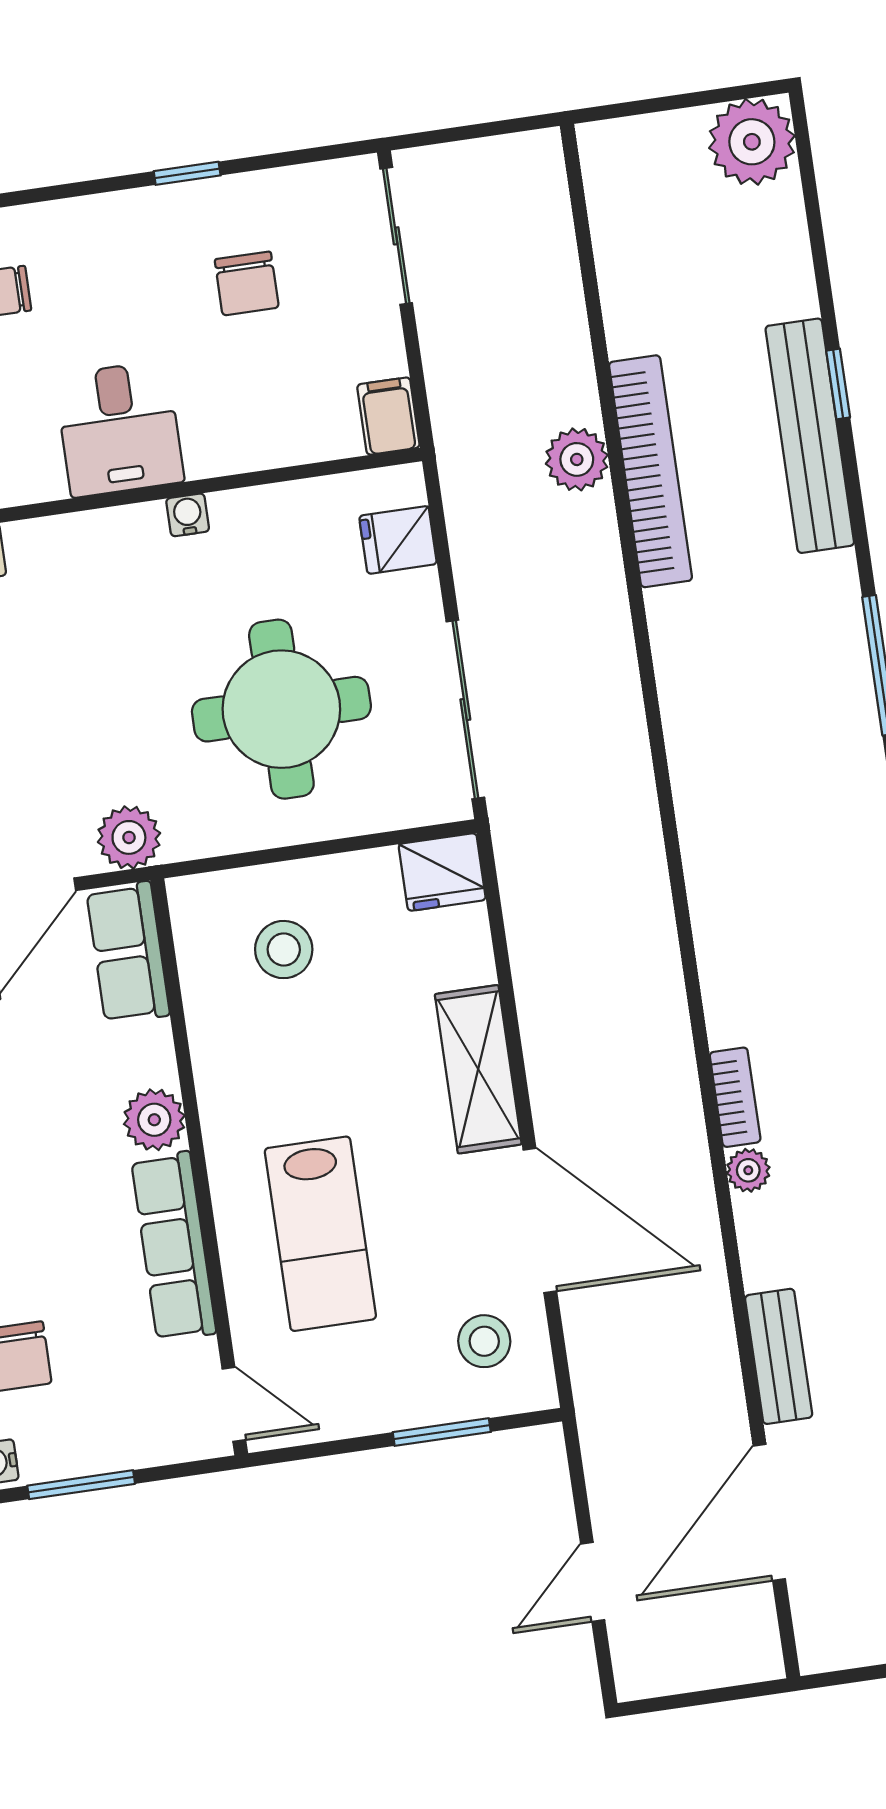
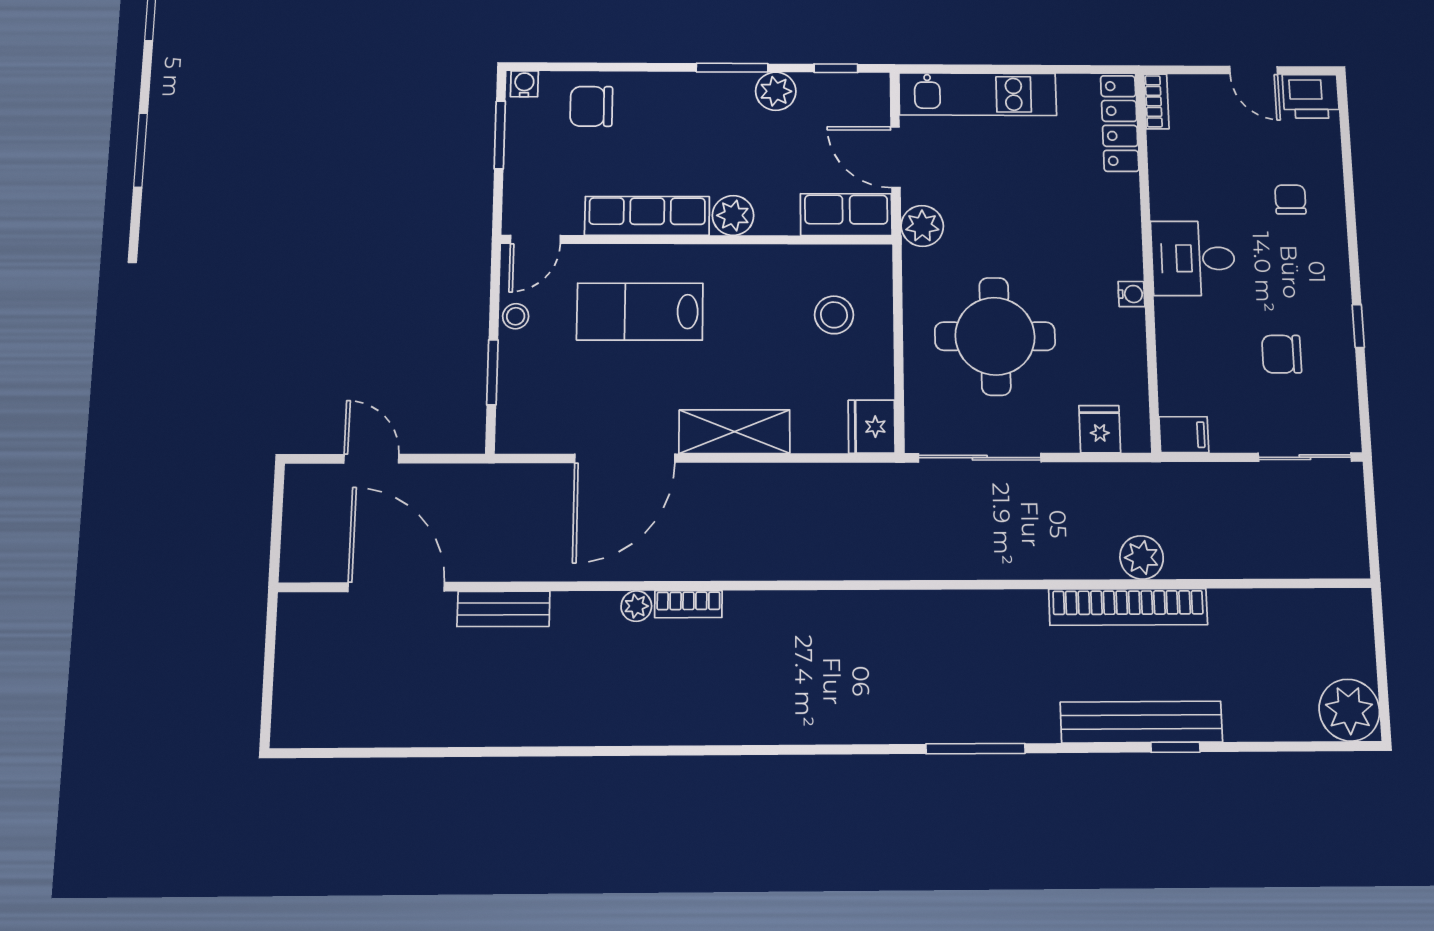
stool: (484, 1341) -> (516, 316), moved, width x0.73, depth x0.73

